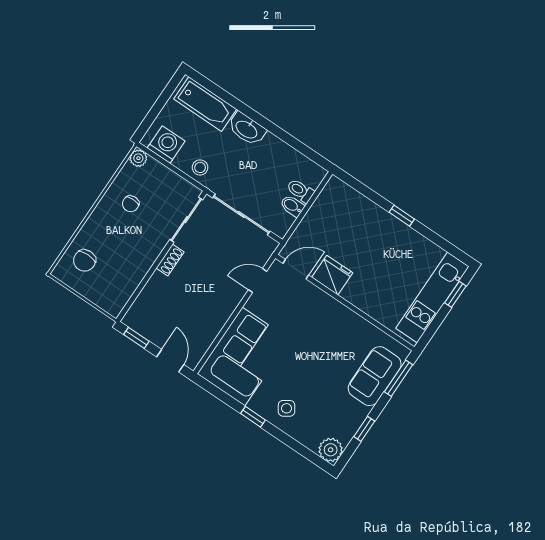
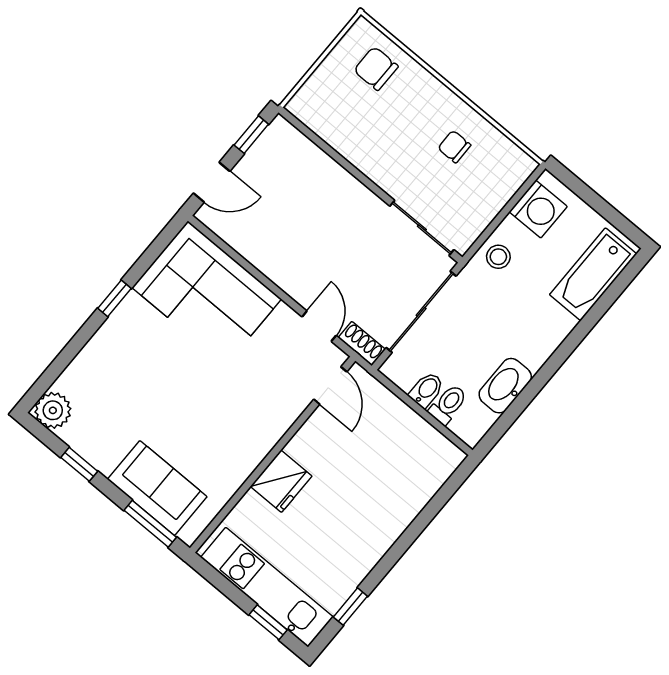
washbasin: (247, 129) -> (505, 386), moved
plant: (138, 158) -> (522, 165), removed
window: (402, 216) -> (350, 607), moved
shoe rack: (170, 260) -> (362, 344), moved, turned 180
fridge: (332, 275) -> (281, 481), moved
side table: (287, 408) -> (122, 350), removed

